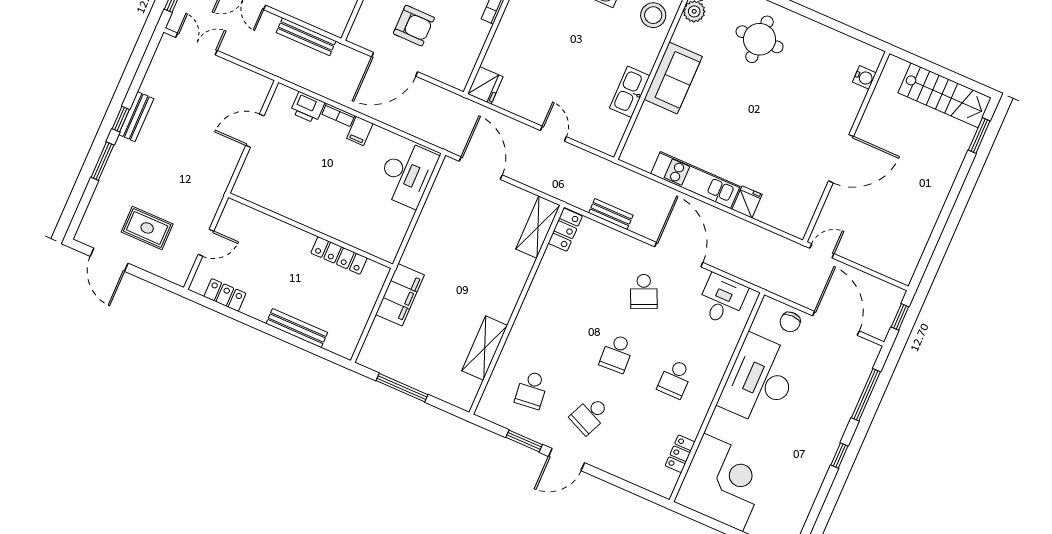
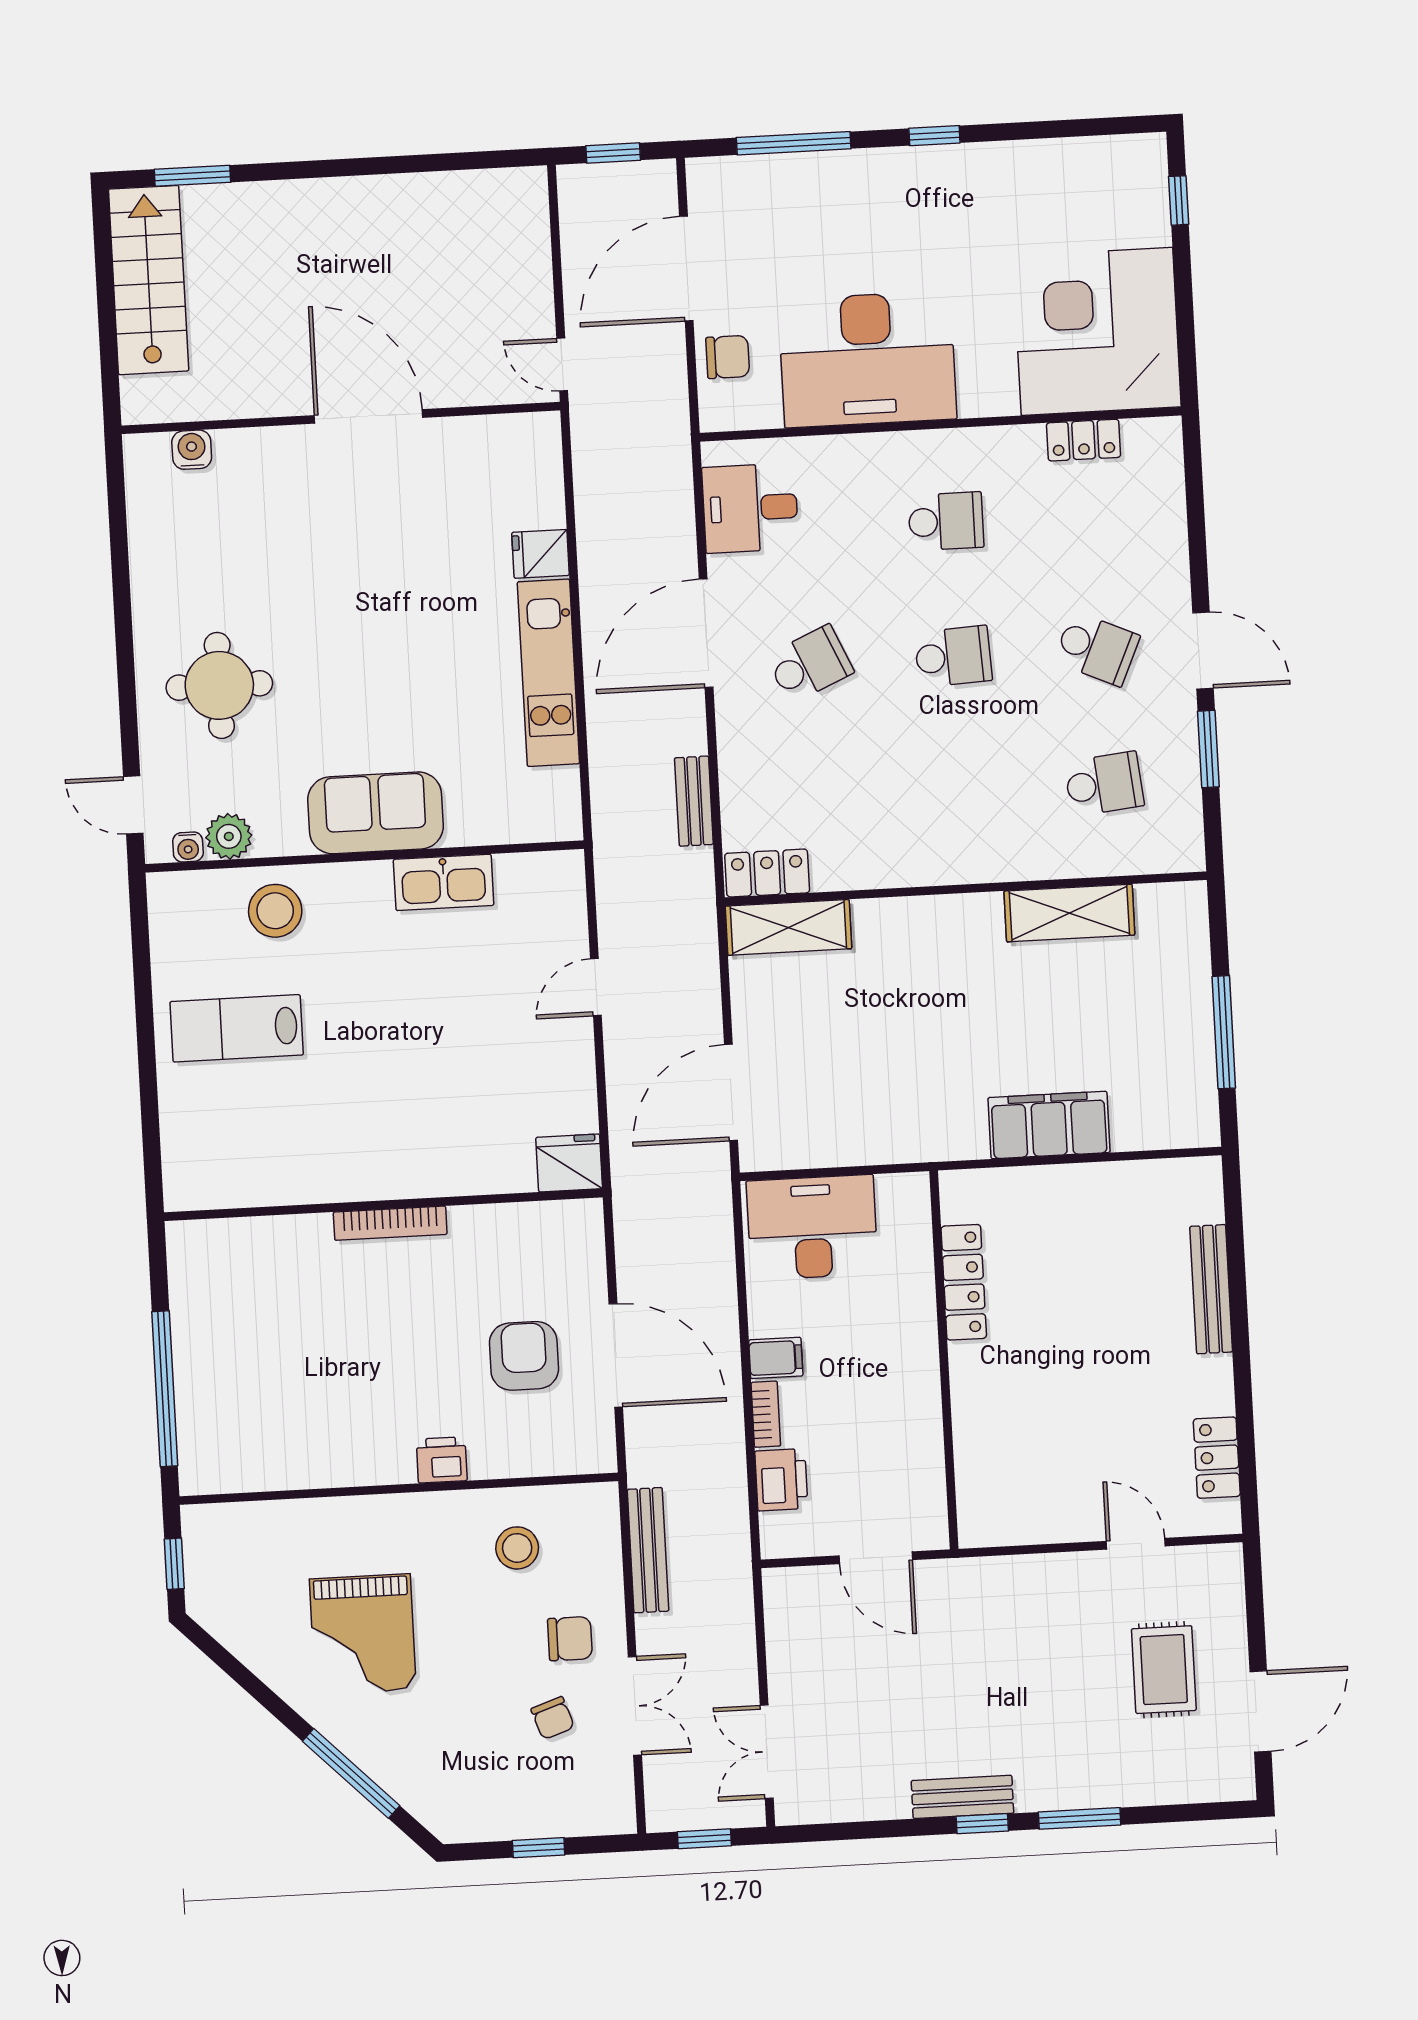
wall: (311, 231) -> (944, 1360), moved
locker: (339, 255) -> (964, 1282), moved

